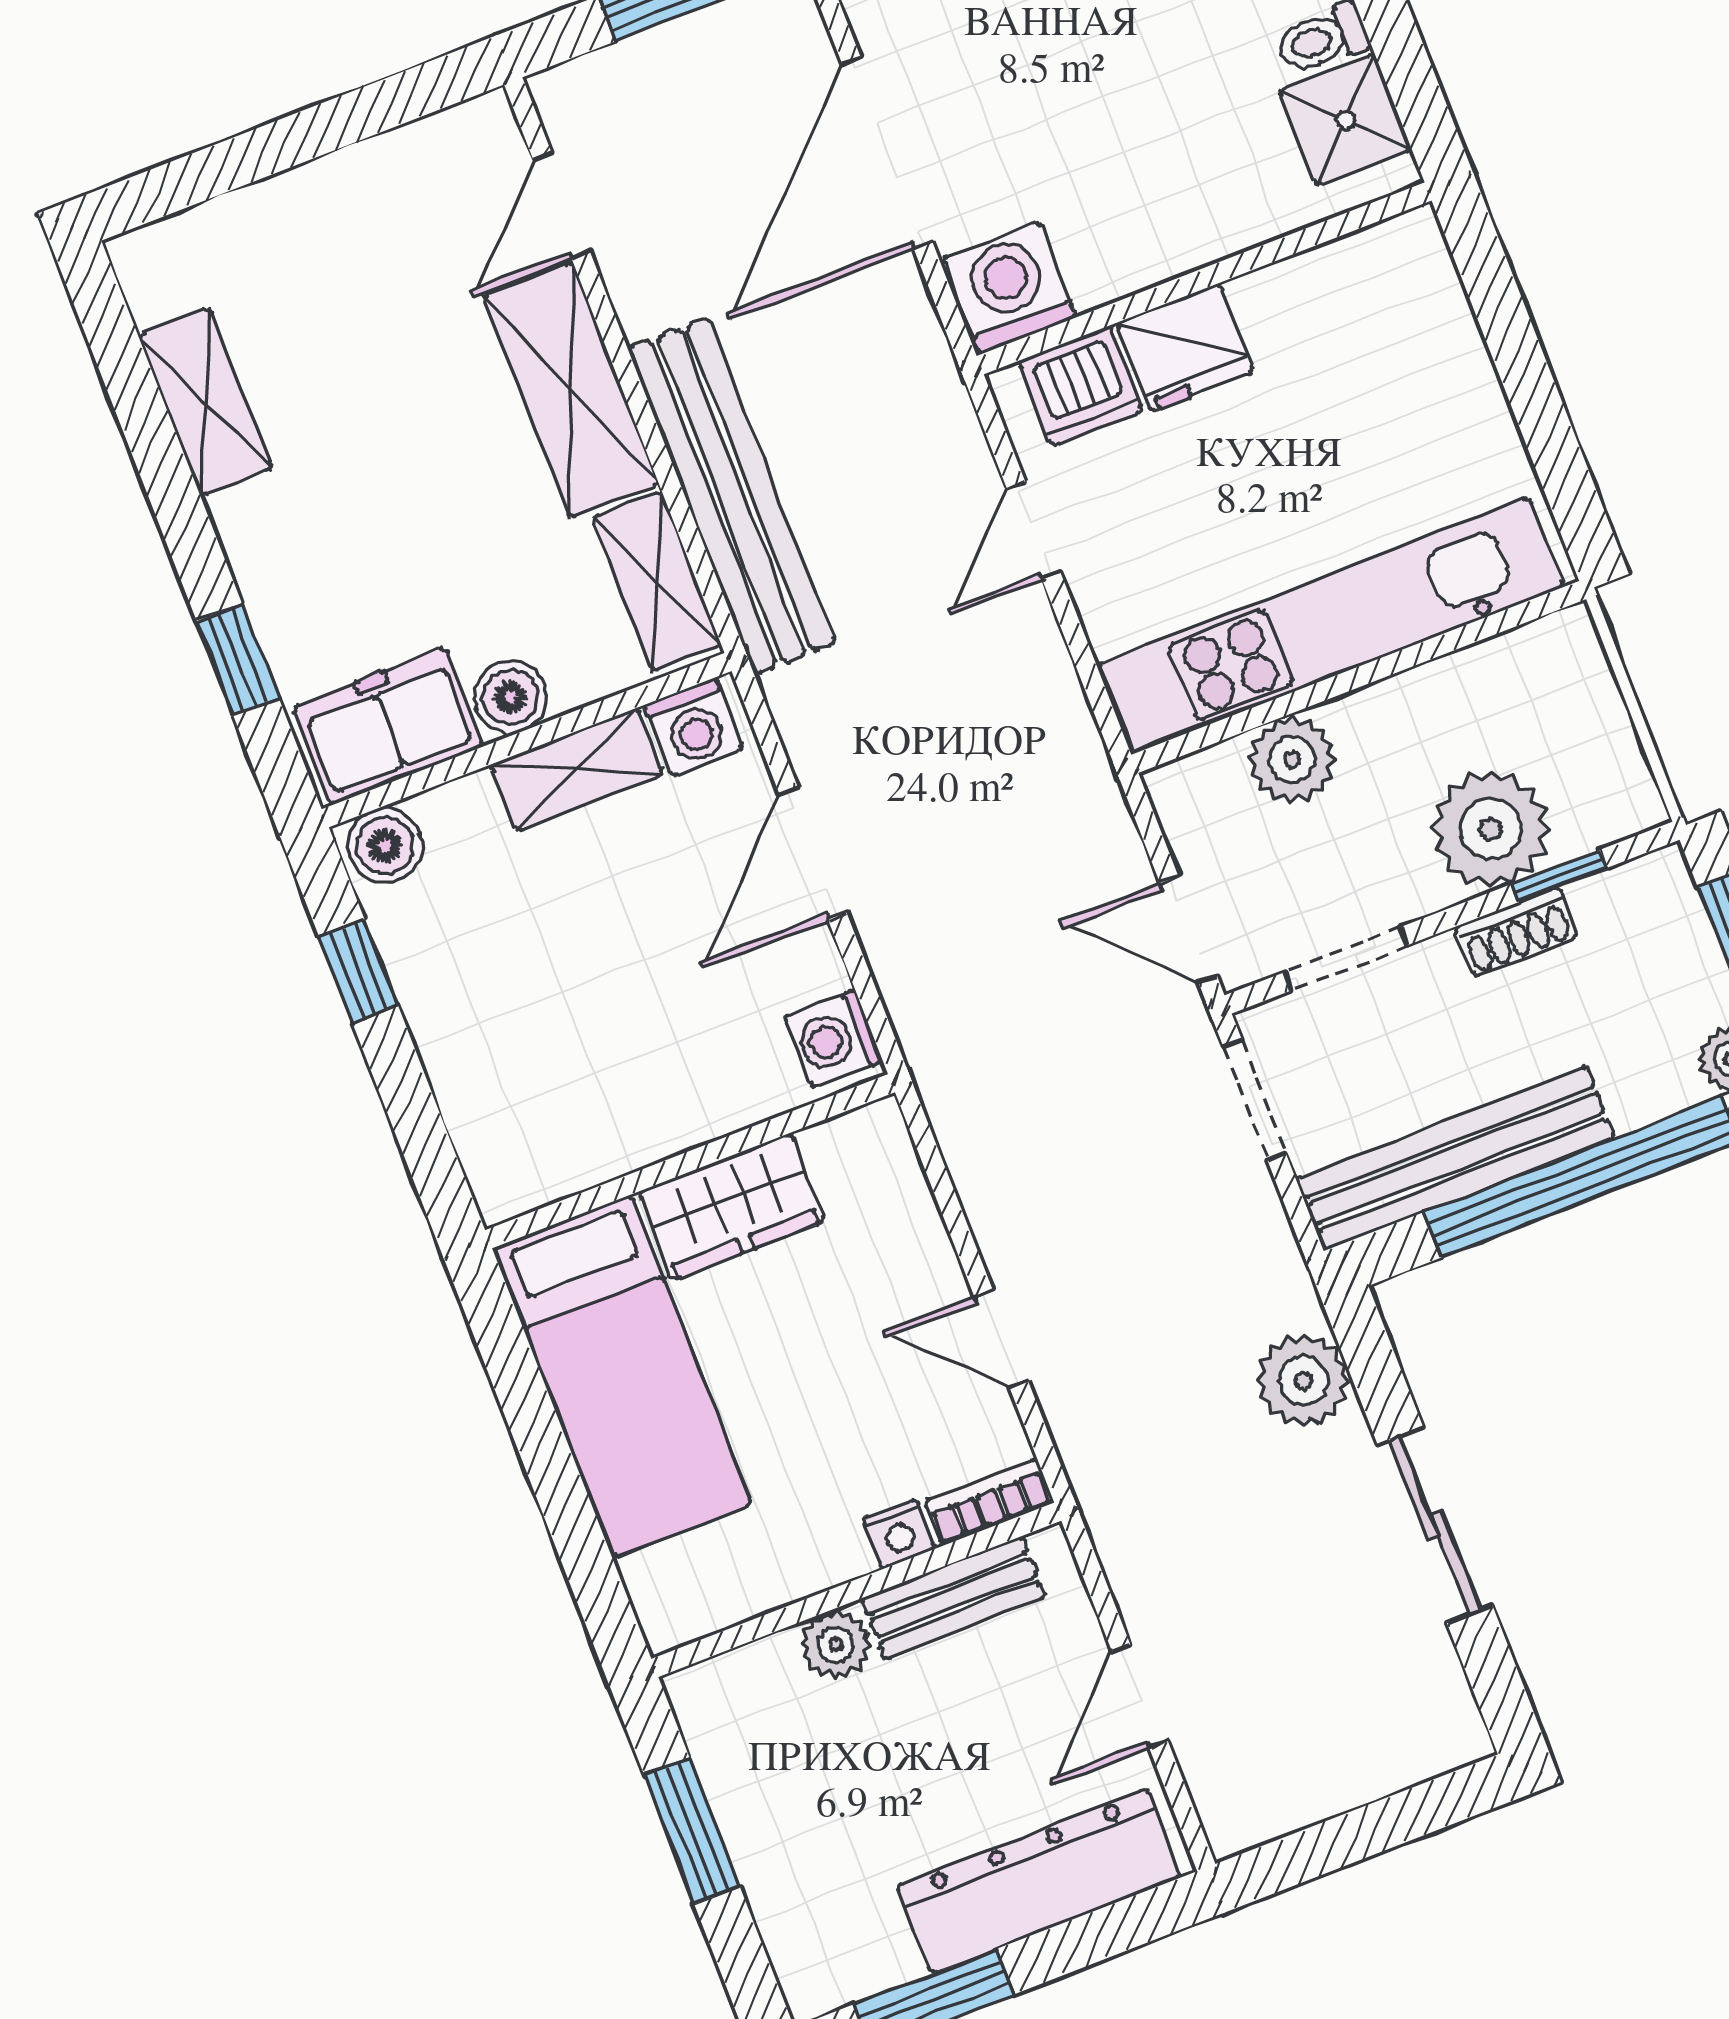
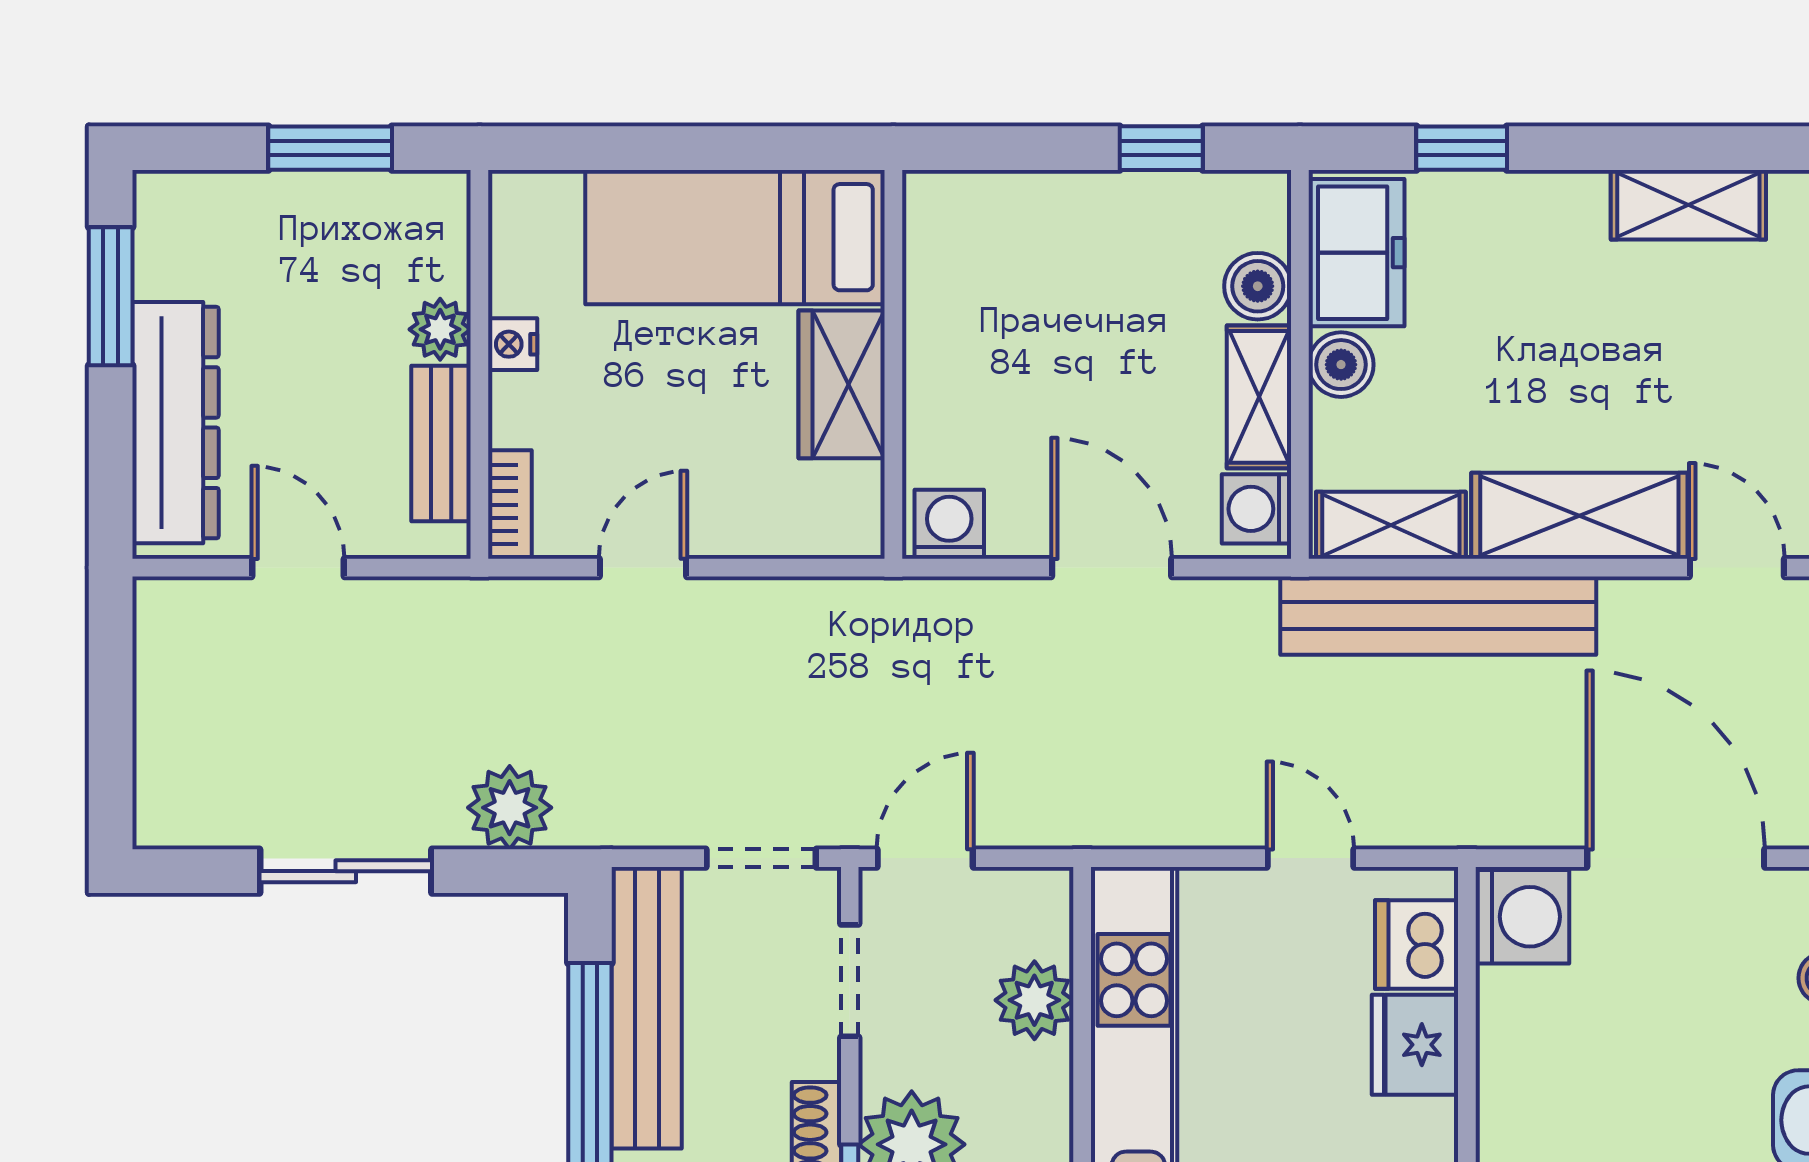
boiler: (385, 845) -> (1258, 286), moved
nightstand: (899, 1534) -> (513, 344), moved

